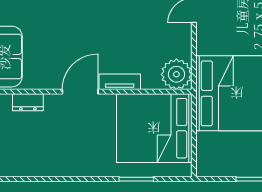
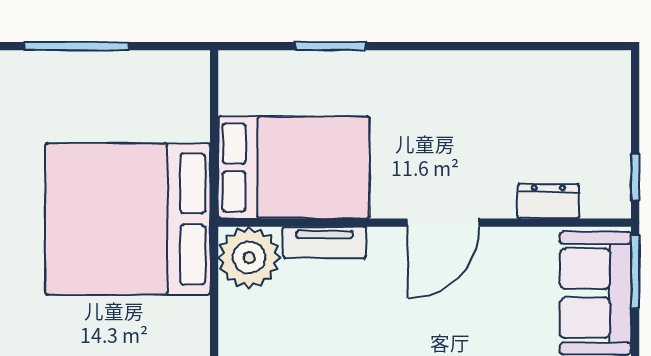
tv unit: (120, 82) -> (325, 242), moved
bed: (154, 128) -> (294, 167), width x0.73

